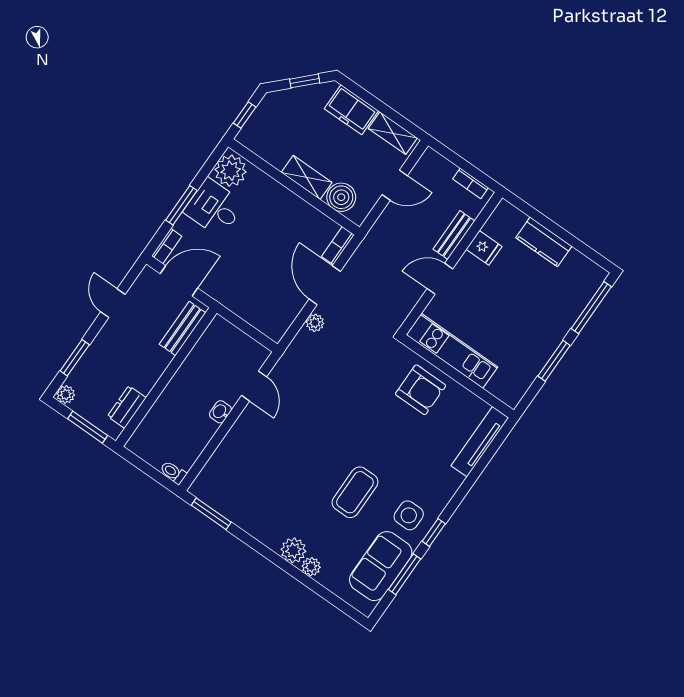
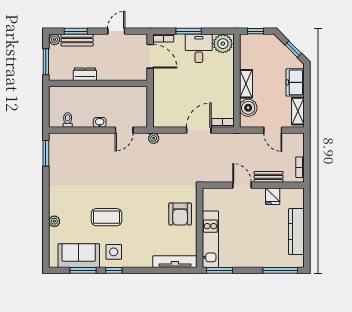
kitchen counter: (544, 242) -> (296, 232), width x1.50
plant: (315, 323) -> (154, 138), moved
bench: (182, 328) -> (77, 40), moved
kitchen unit: (452, 351) -> (210, 239), moved
window: (554, 361) -> (220, 270), moved
dresser: (127, 407) -> (85, 74), moved
toilet: (173, 472) -> (68, 120), moved
plant: (293, 550) -> (56, 207), removed

